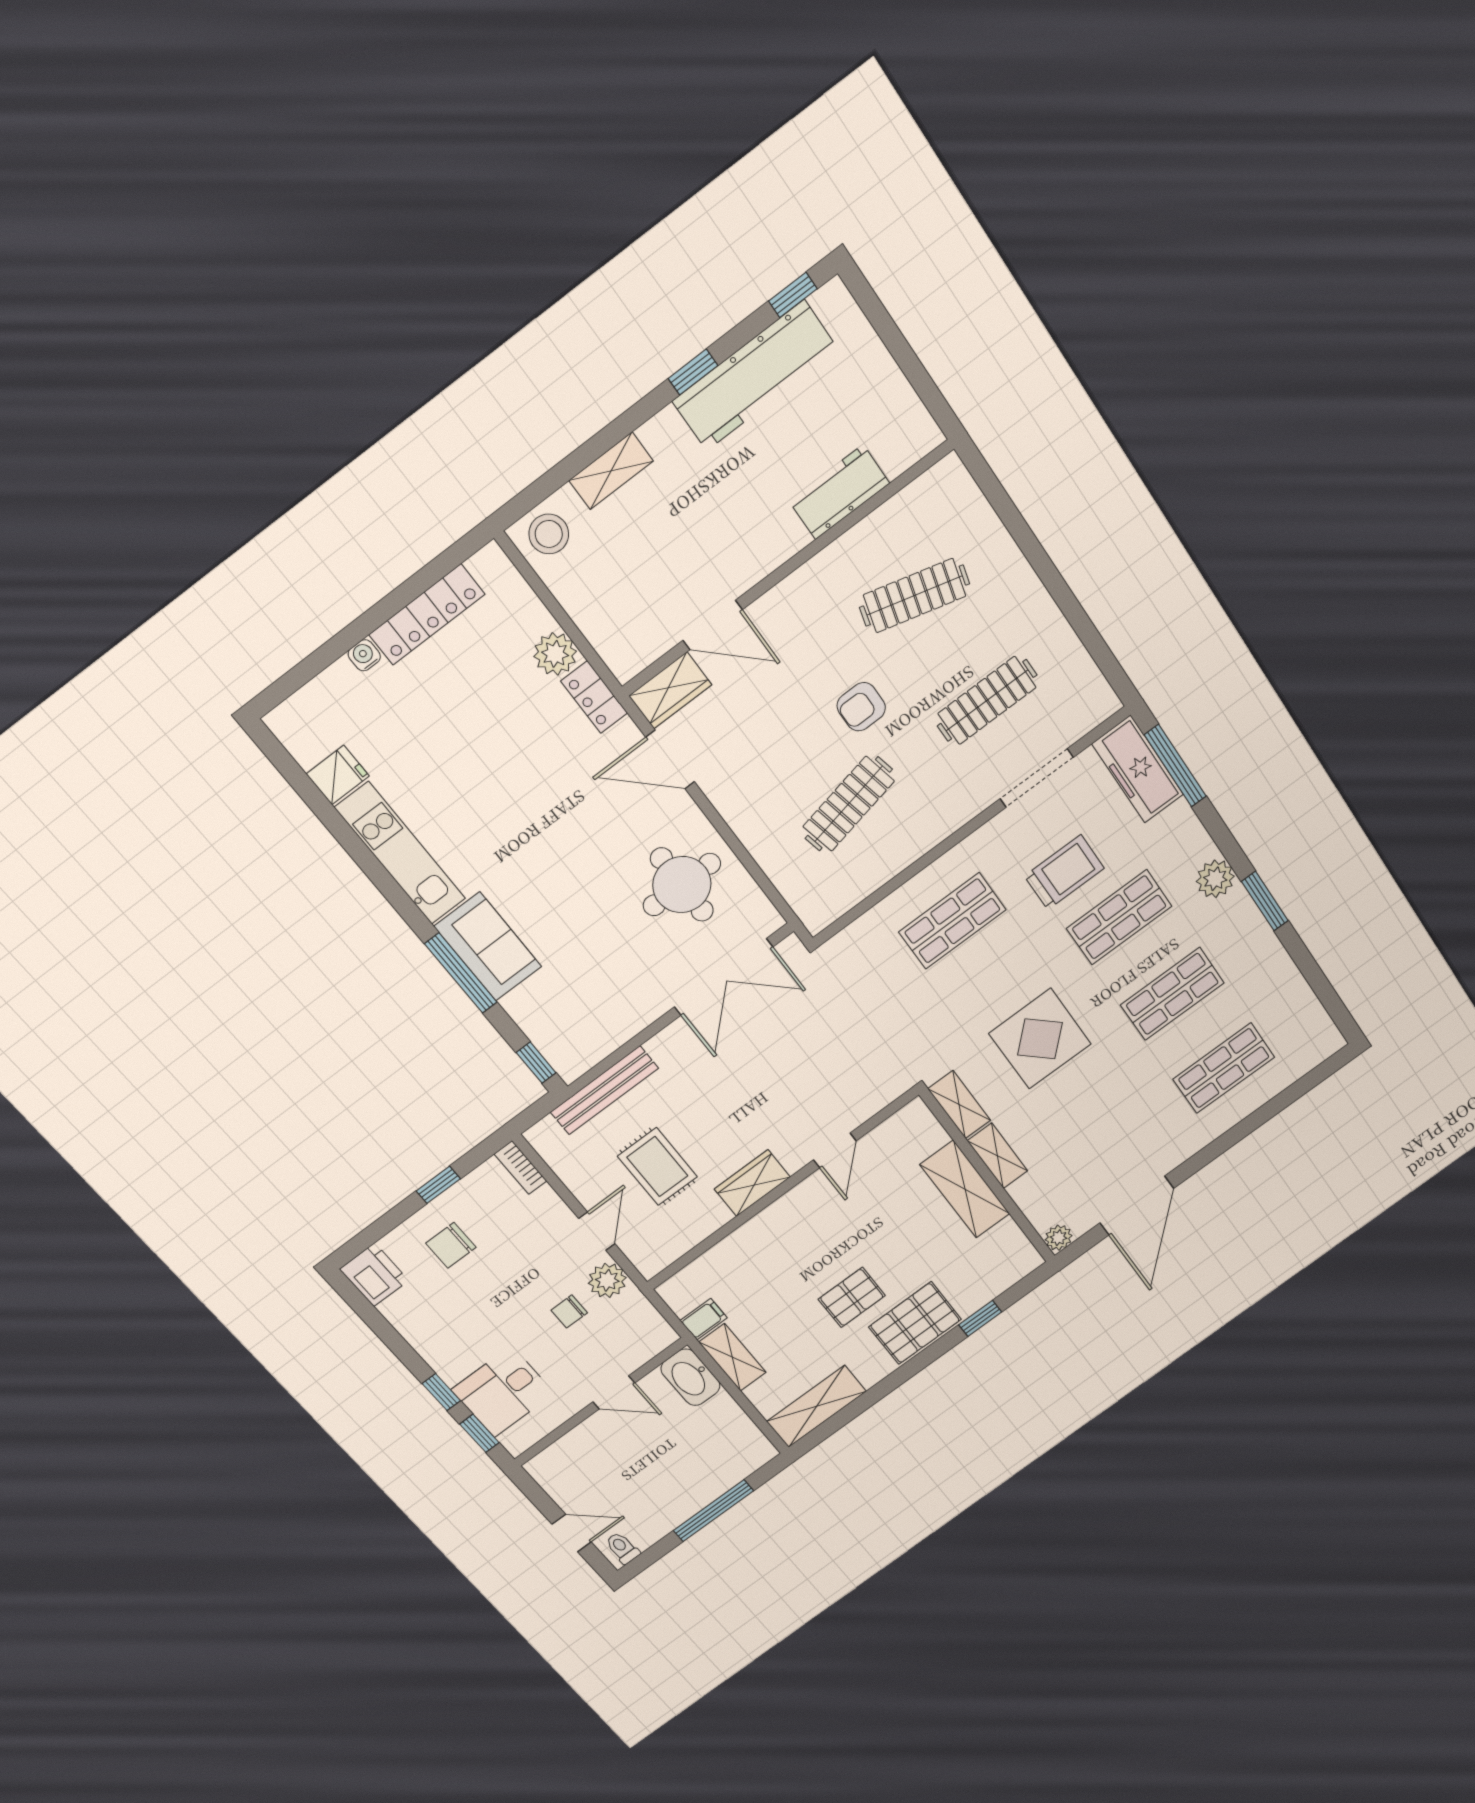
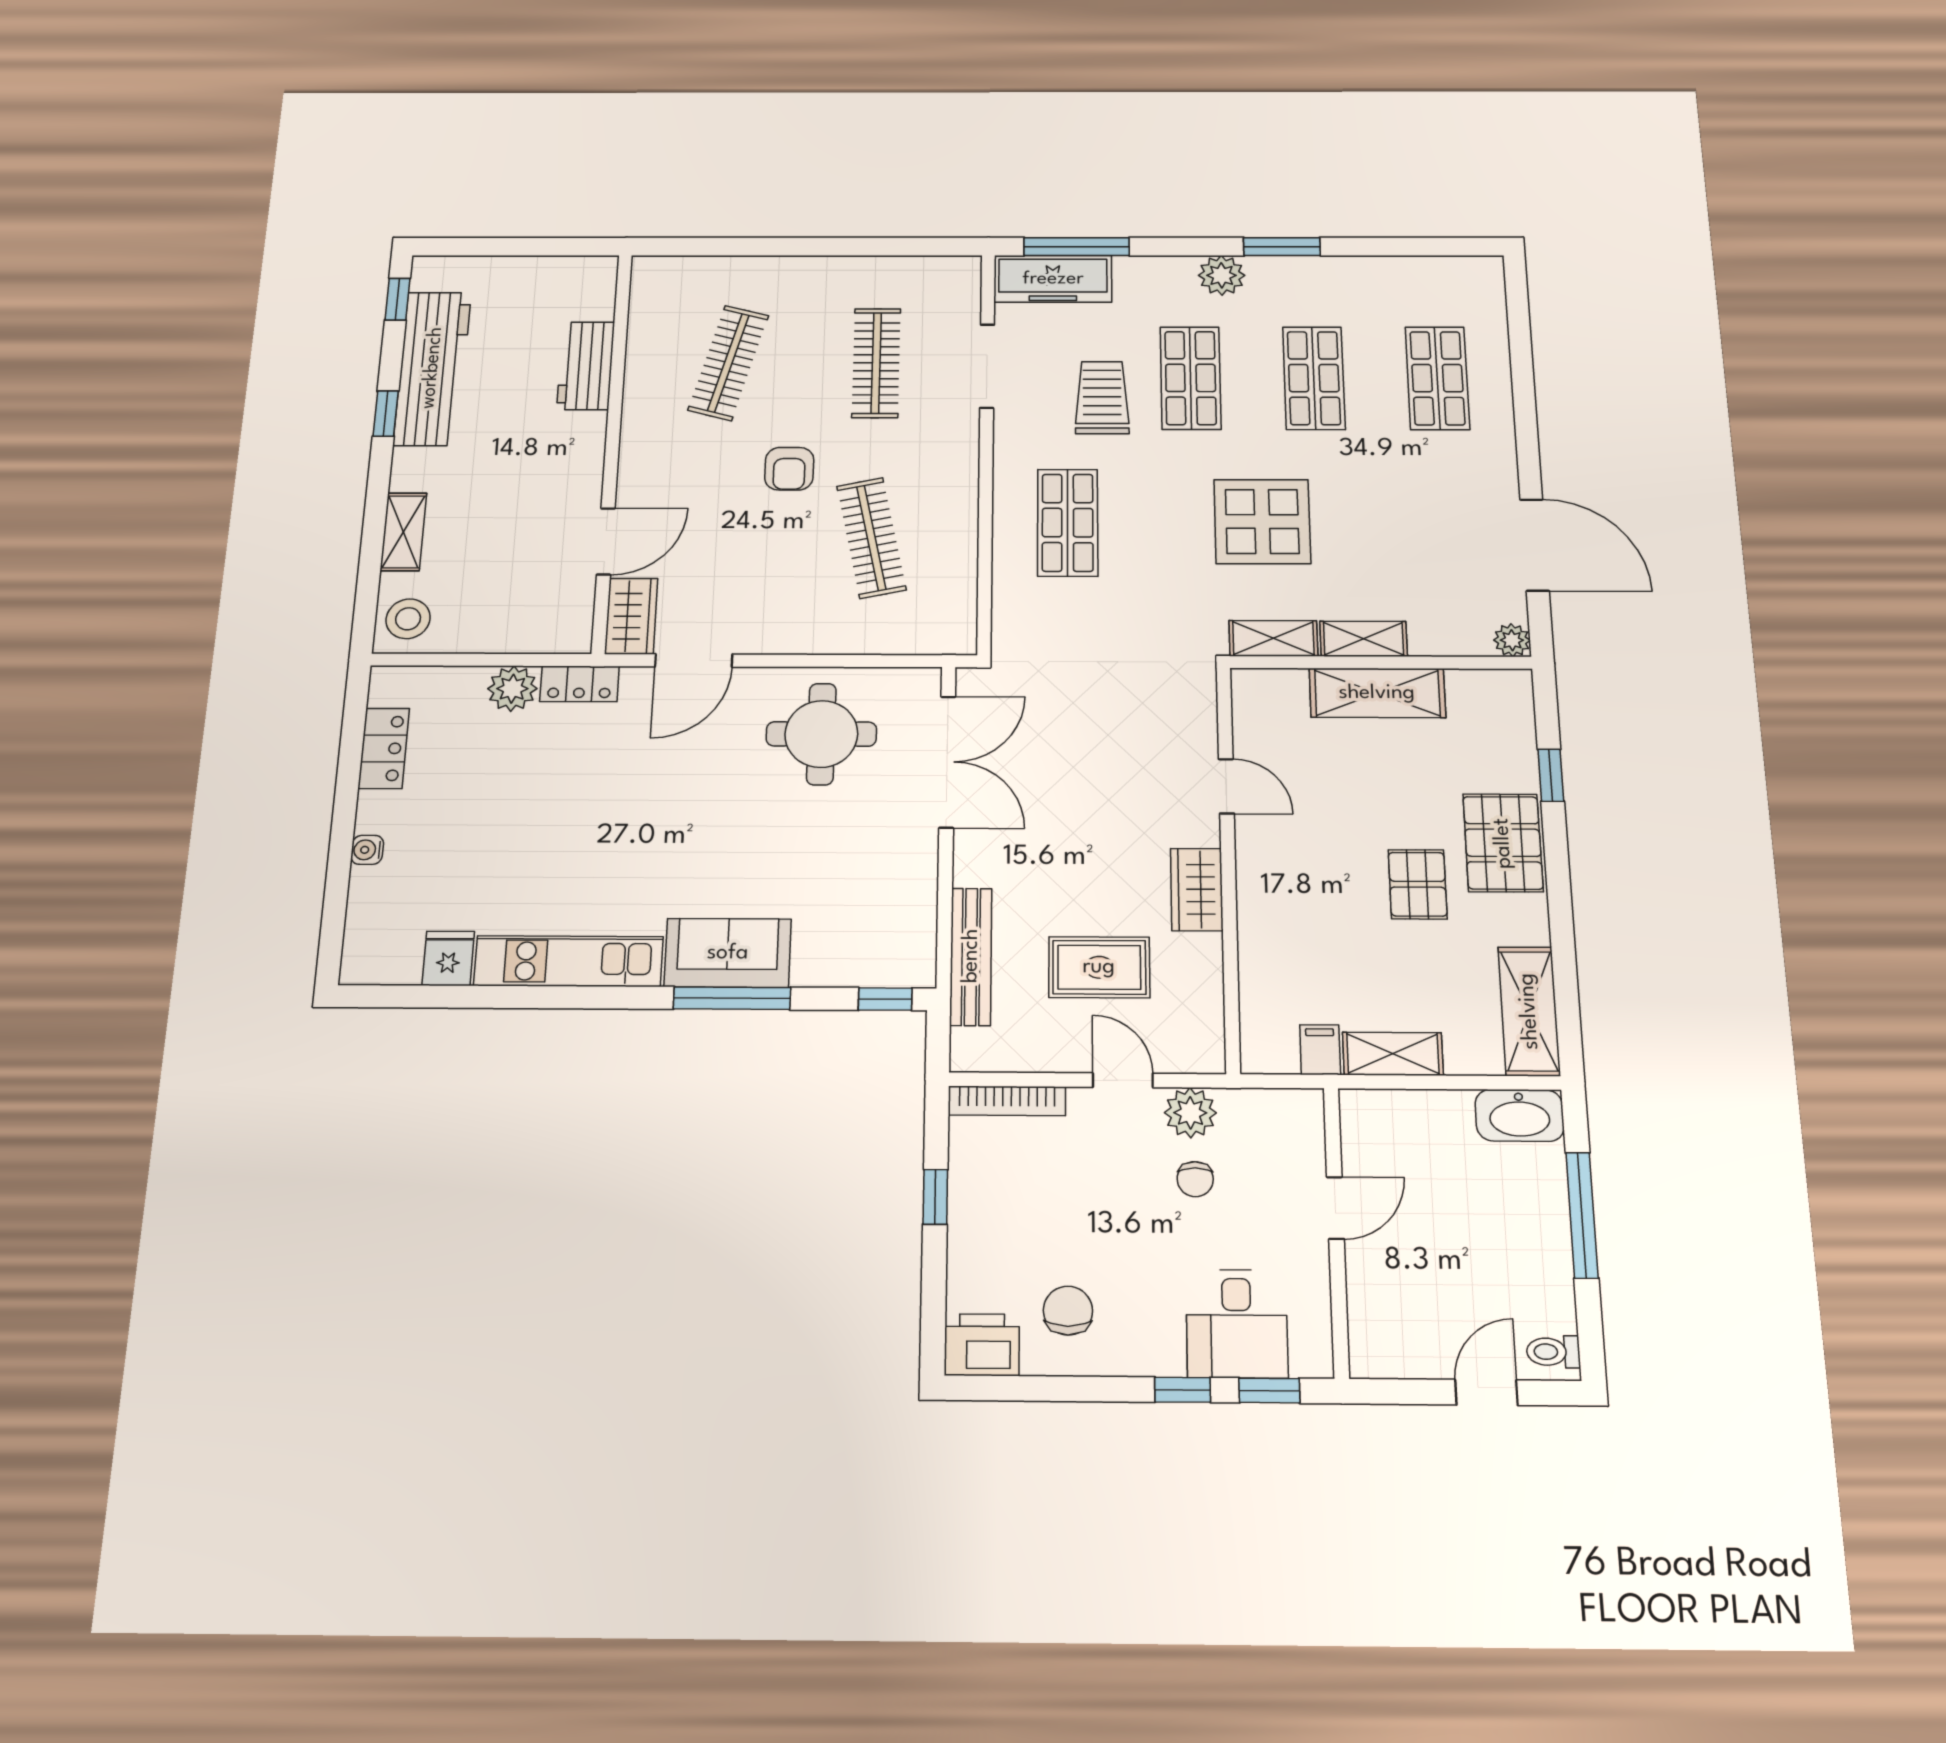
locker: (427, 614) -> (384, 748), width x0.66
bookcase: (521, 1168) -> (1007, 1101), width x1.56
chair: (451, 1245) -> (1068, 1311), moved, turned 180
washbasin: (691, 1377) -> (1520, 1115), moved

